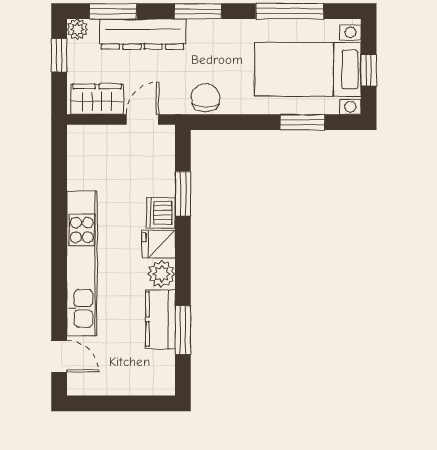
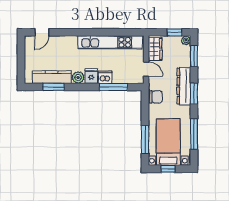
dresser: (143, 34) -> (184, 86), moved
window: (302, 122) -> (145, 140), width x1.44
window: (183, 194) -> (113, 87), width x1.44
kitchen unit: (82, 263) -> (110, 42), moved
kitchen counter: (160, 319) -> (52, 77), width x1.50

